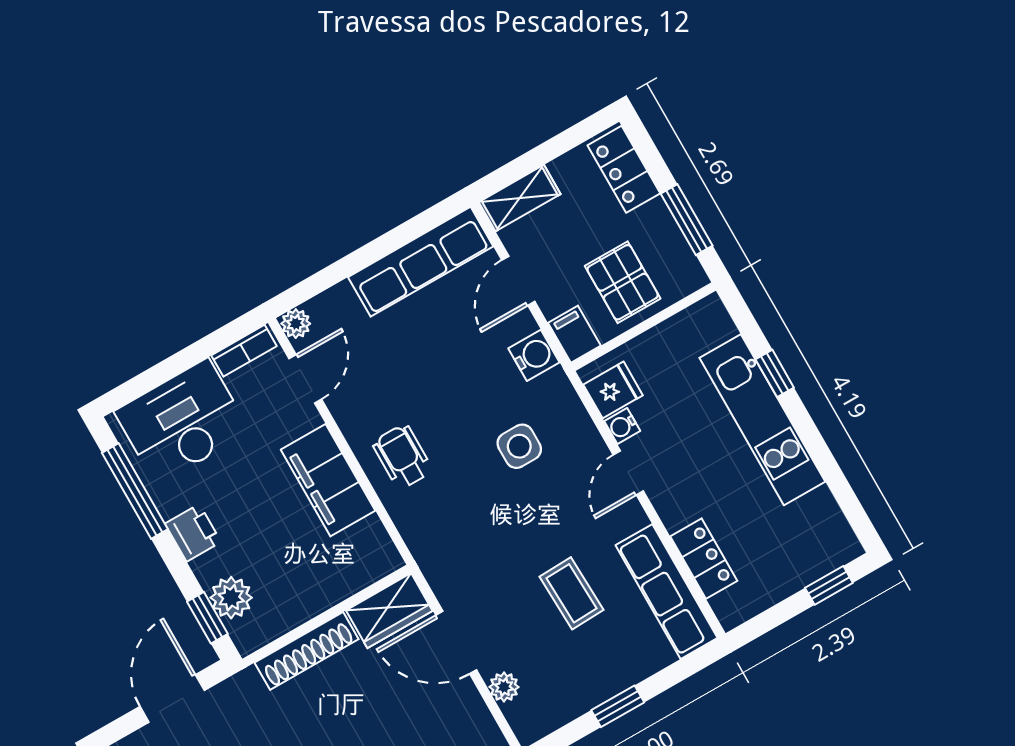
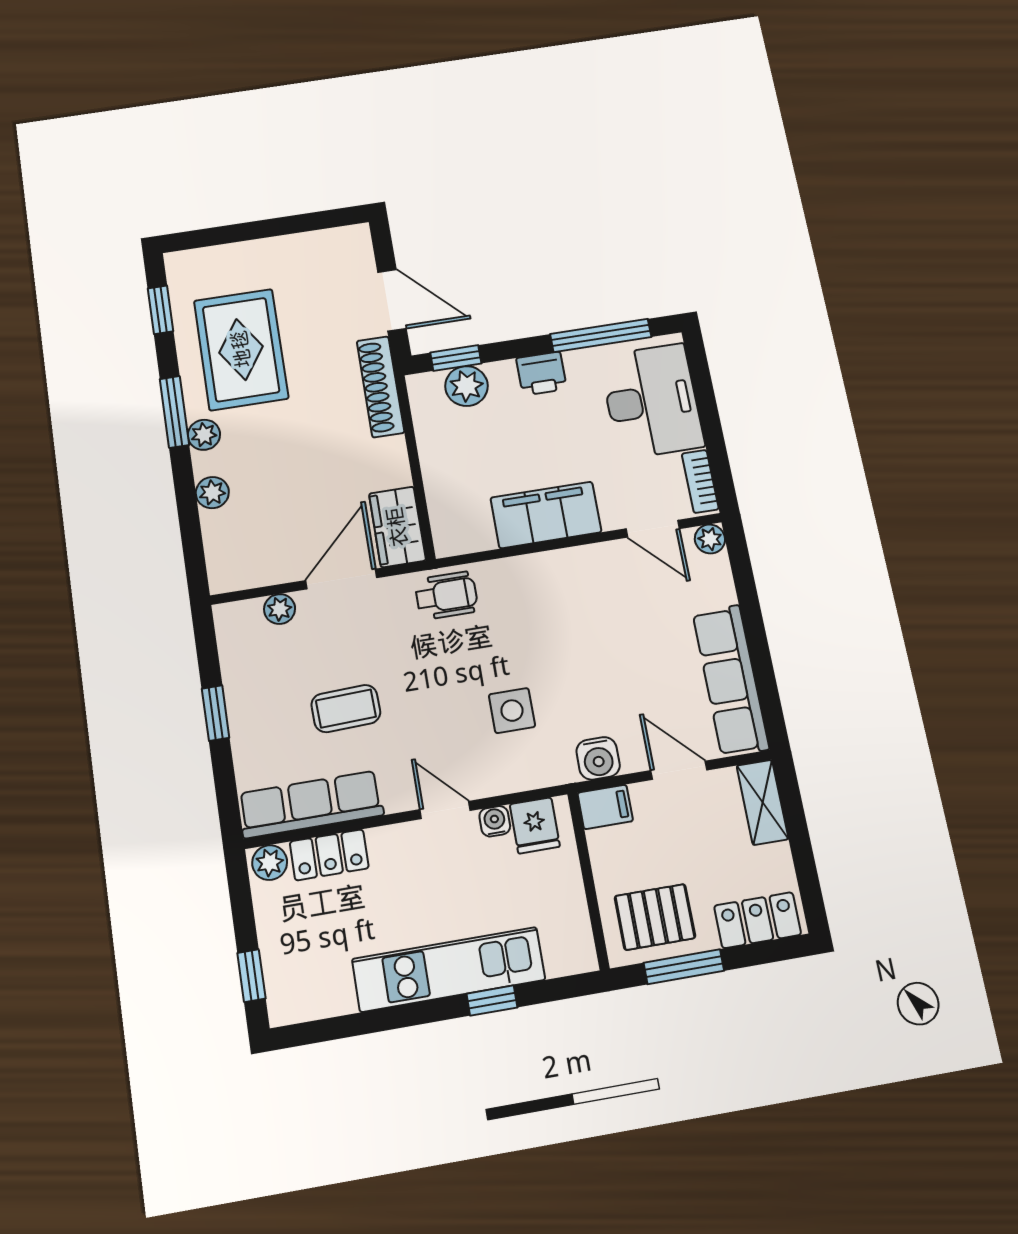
pallet: (623, 282) -> (655, 917), moved
wheelchair: (402, 457) -> (446, 595), moved
plant: (729, 607) -> (270, 863), added
shoe rack: (307, 651) -> (380, 387), moved

